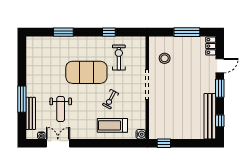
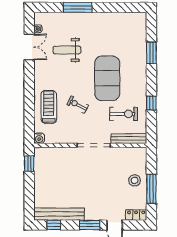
stool: (165, 58) -> (135, 180), moved
bench: (31, 113) -> (129, 139), moved

